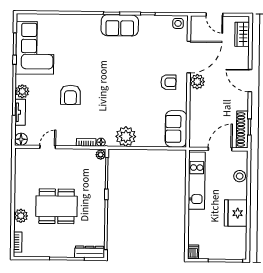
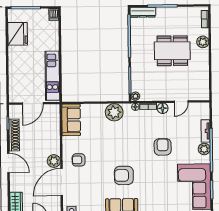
armchair: (116, 63) -> (124, 175), added
shoe rack: (242, 129) -> (14, 135), moved
floor lamp: (21, 139) -> (163, 108), moved
stool: (240, 176) -> (15, 81), removed
fridge: (236, 213) -> (18, 34), moved

